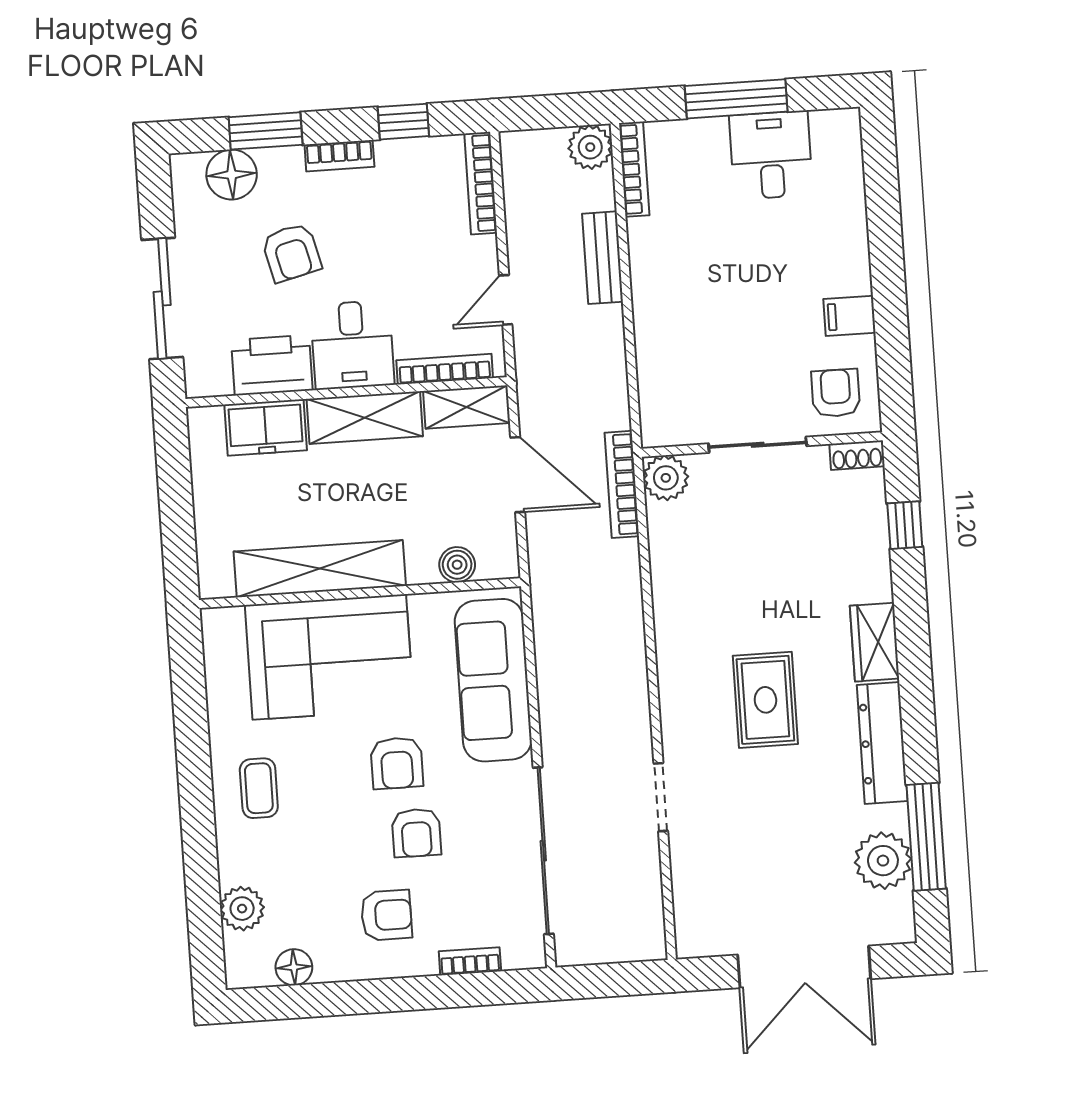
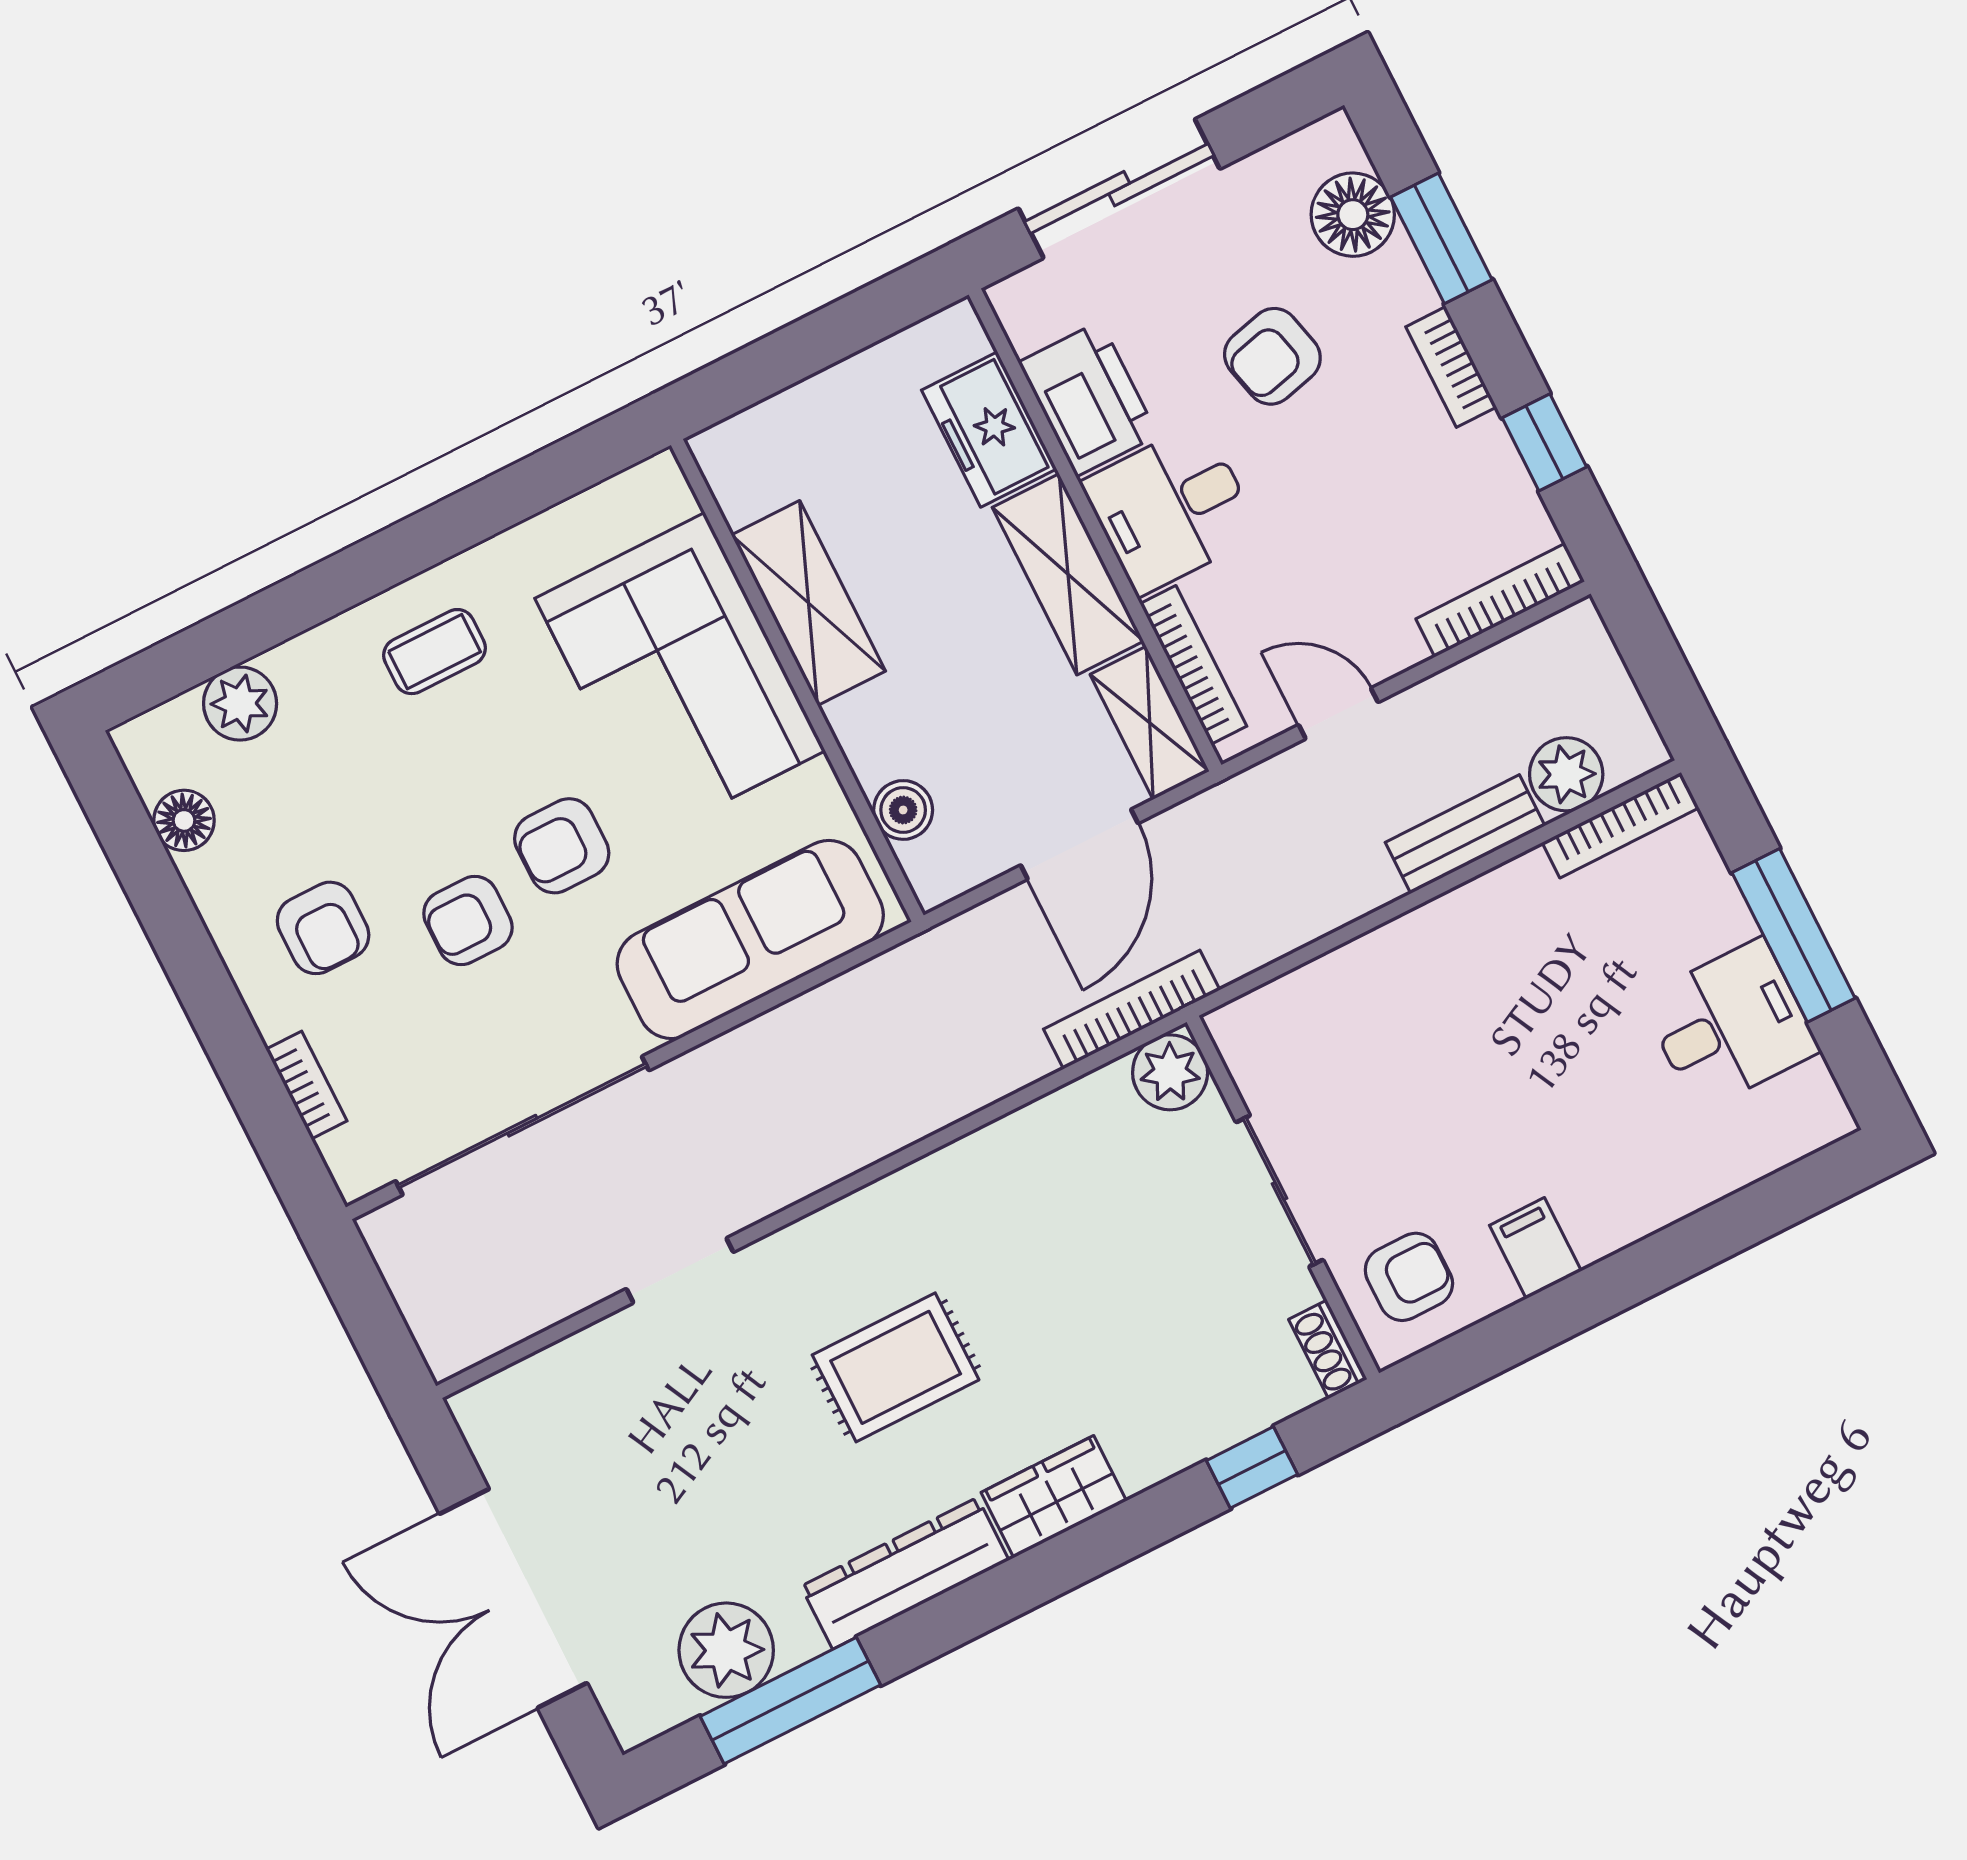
plant: (590, 147) -> (1566, 774), moved
shelving: (320, 569) -> (808, 603), width x0.68

